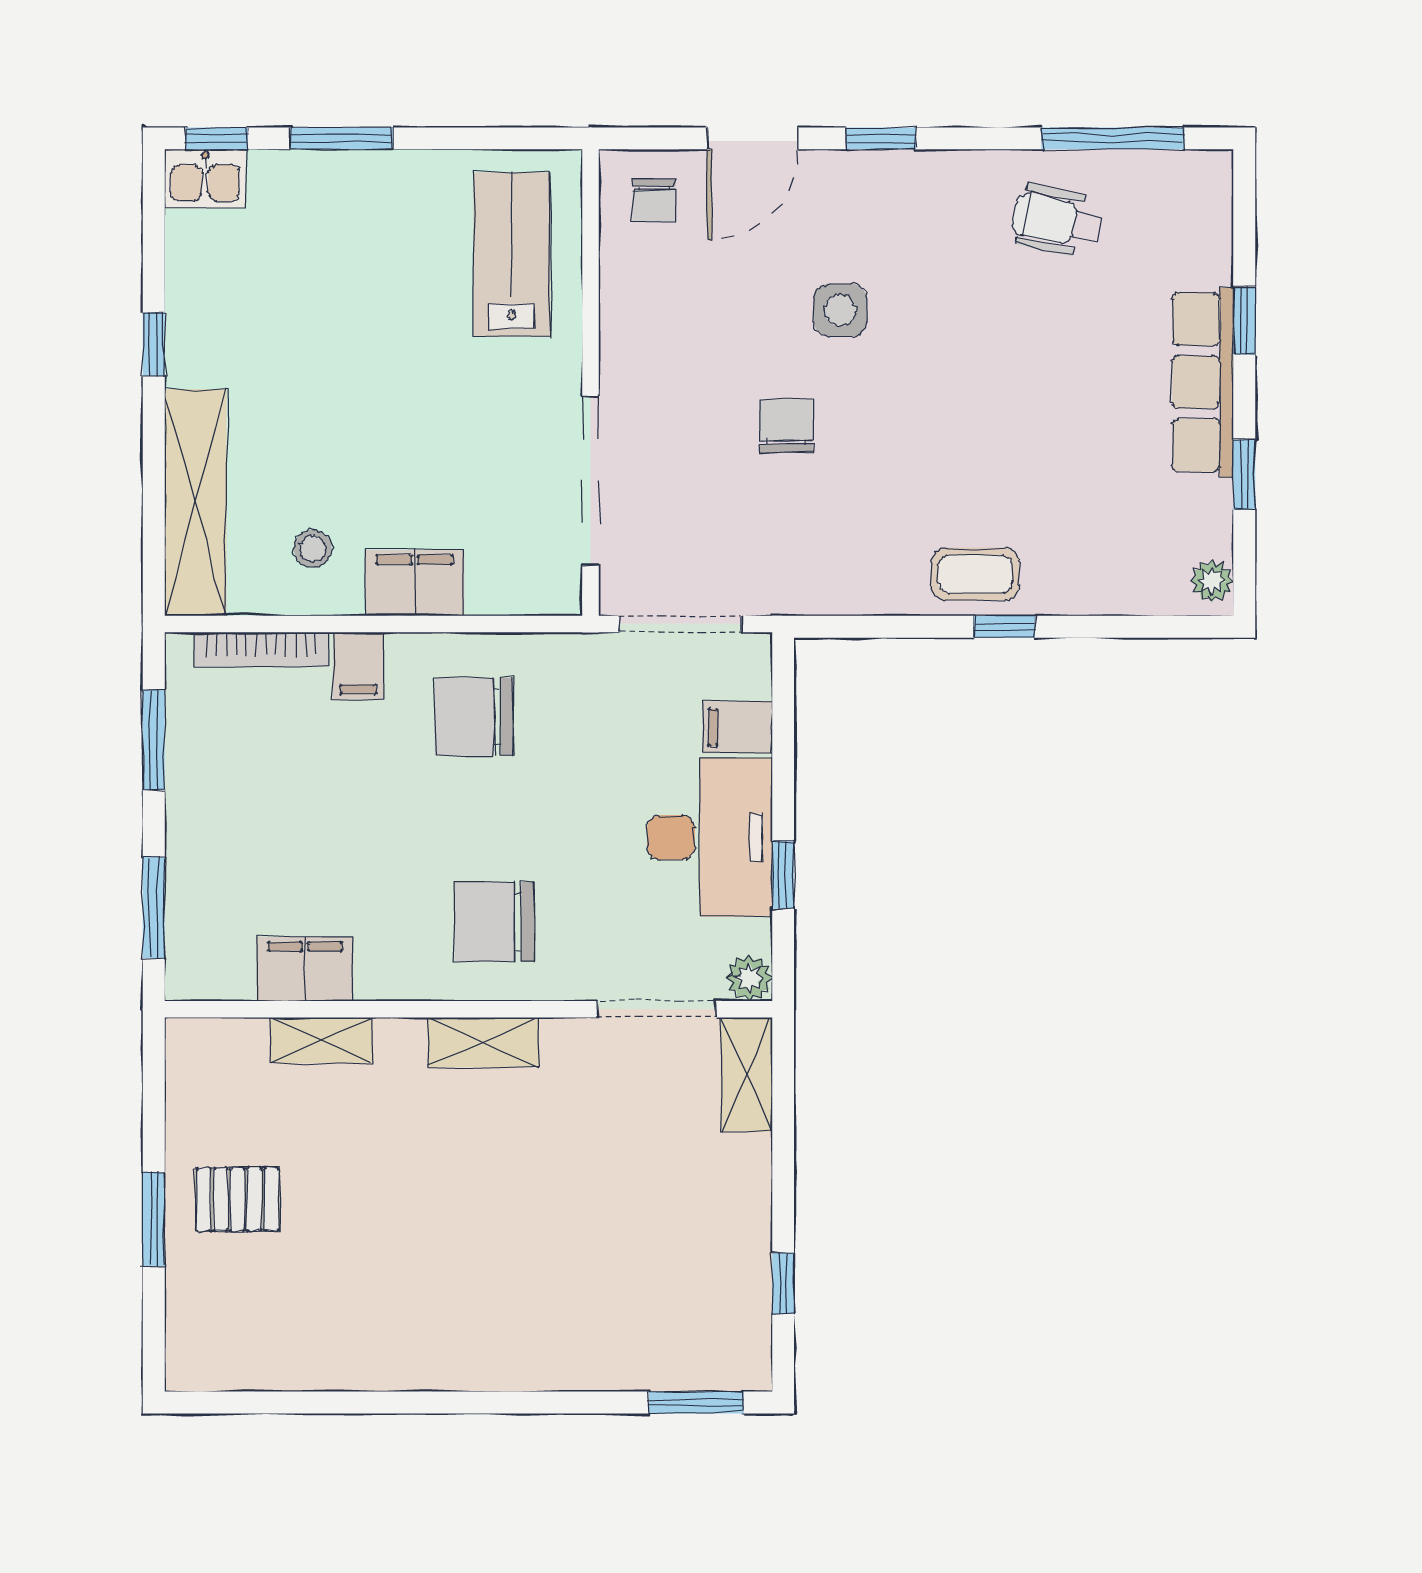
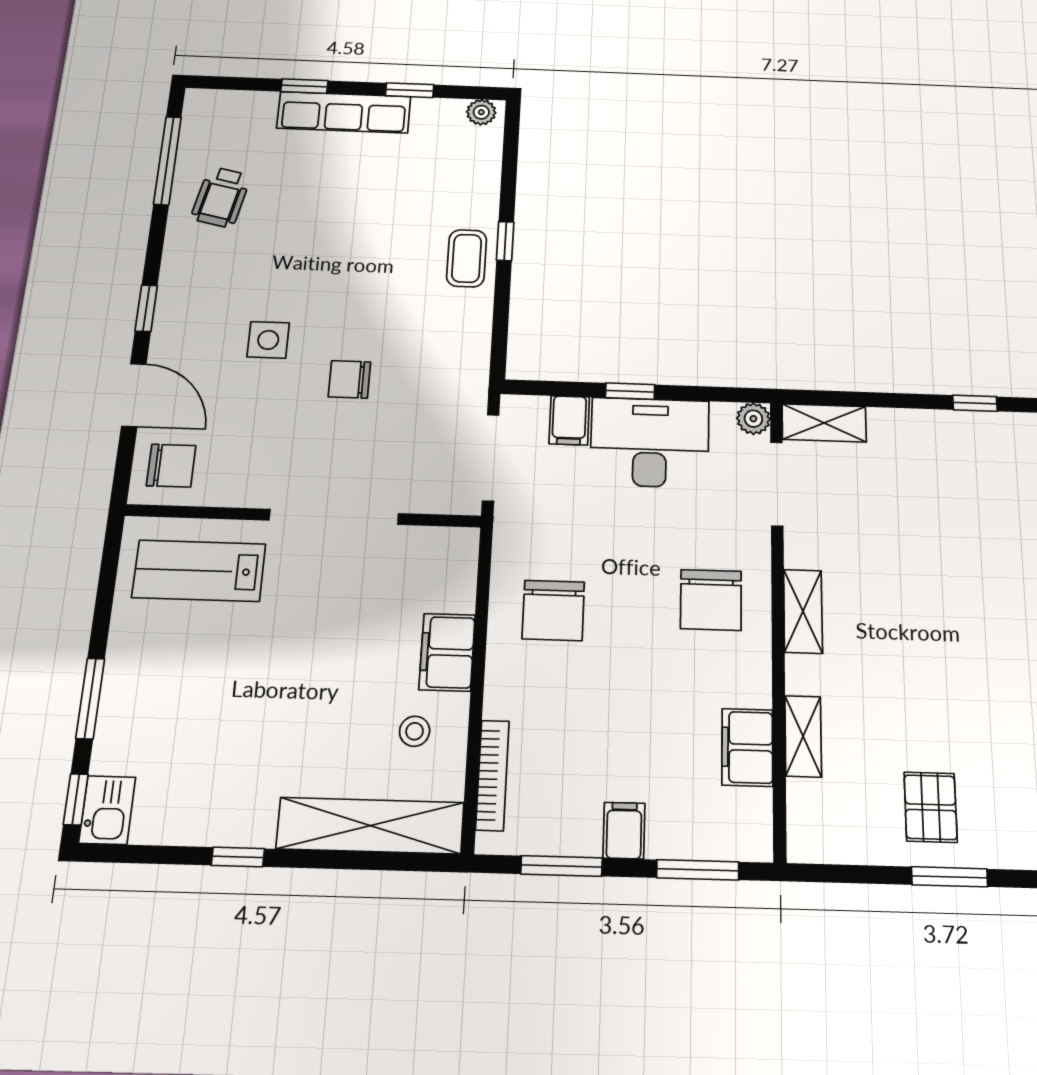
chair: (654, 201) -> (171, 466), width x1.37, depth x1.37
doorway: (591, 481) -> (334, 517), moved
filing cabinet: (358, 666) -> (624, 831), moved, turned -90
window: (783, 875) -> (630, 391), moved

